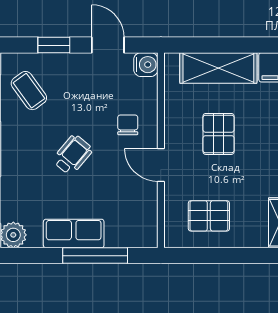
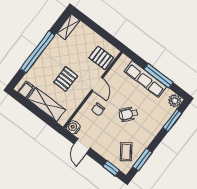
window: (54, 45) -> (111, 168), moved
pallet: (209, 216) -> (101, 58), moved
row of seats: (74, 234) -> (145, 79), width x1.48
window: (95, 256) -> (159, 76), moved

